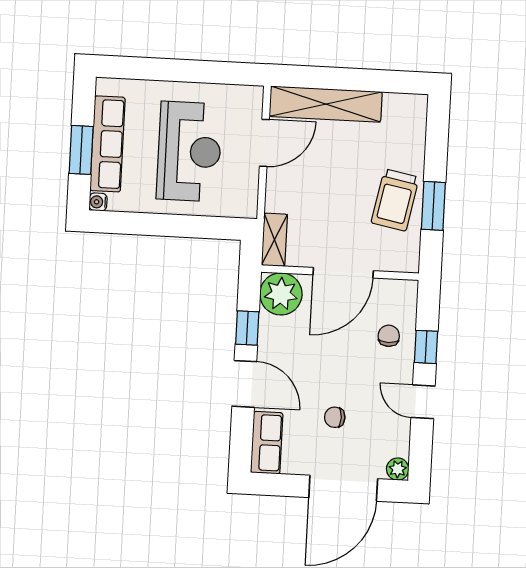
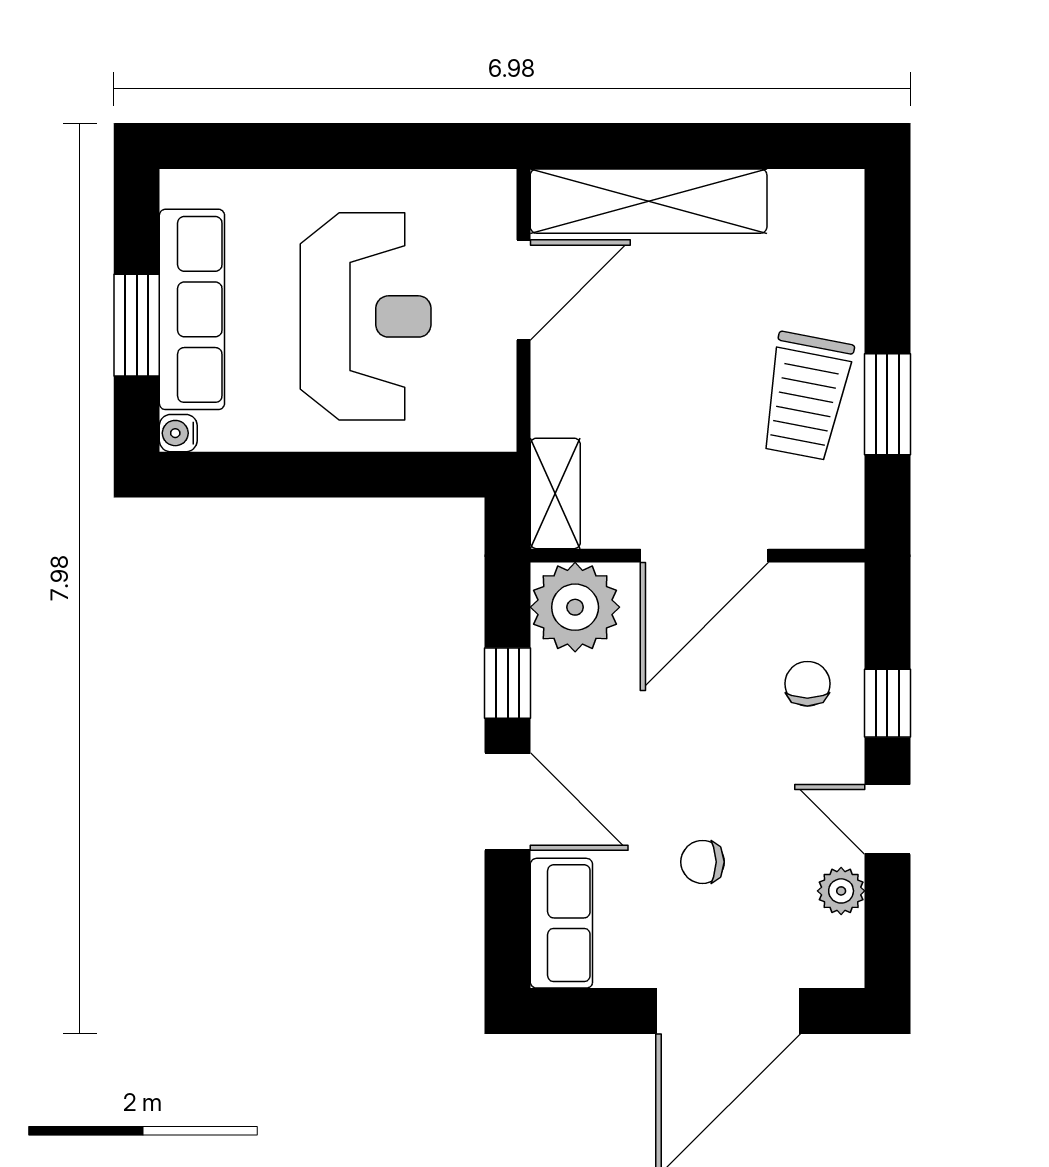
plant: (398, 469) -> (841, 891), moved

